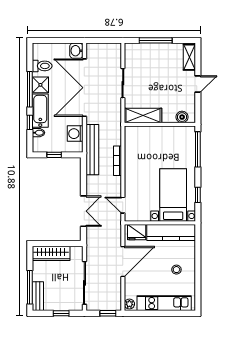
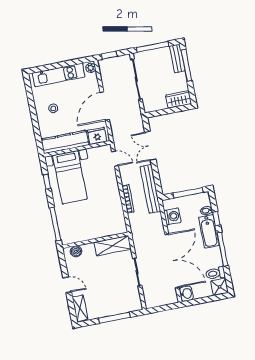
door: (198, 84) -> (67, 285), swing flipped
shower: (40, 85) -> (220, 287), moved
bench: (92, 150) -> (150, 189), moved
window: (54, 155) -> (188, 193), width x2.17
wardrobe: (51, 253) -> (179, 100), width x0.67
window: (61, 313) -> (152, 47), width x2.17

